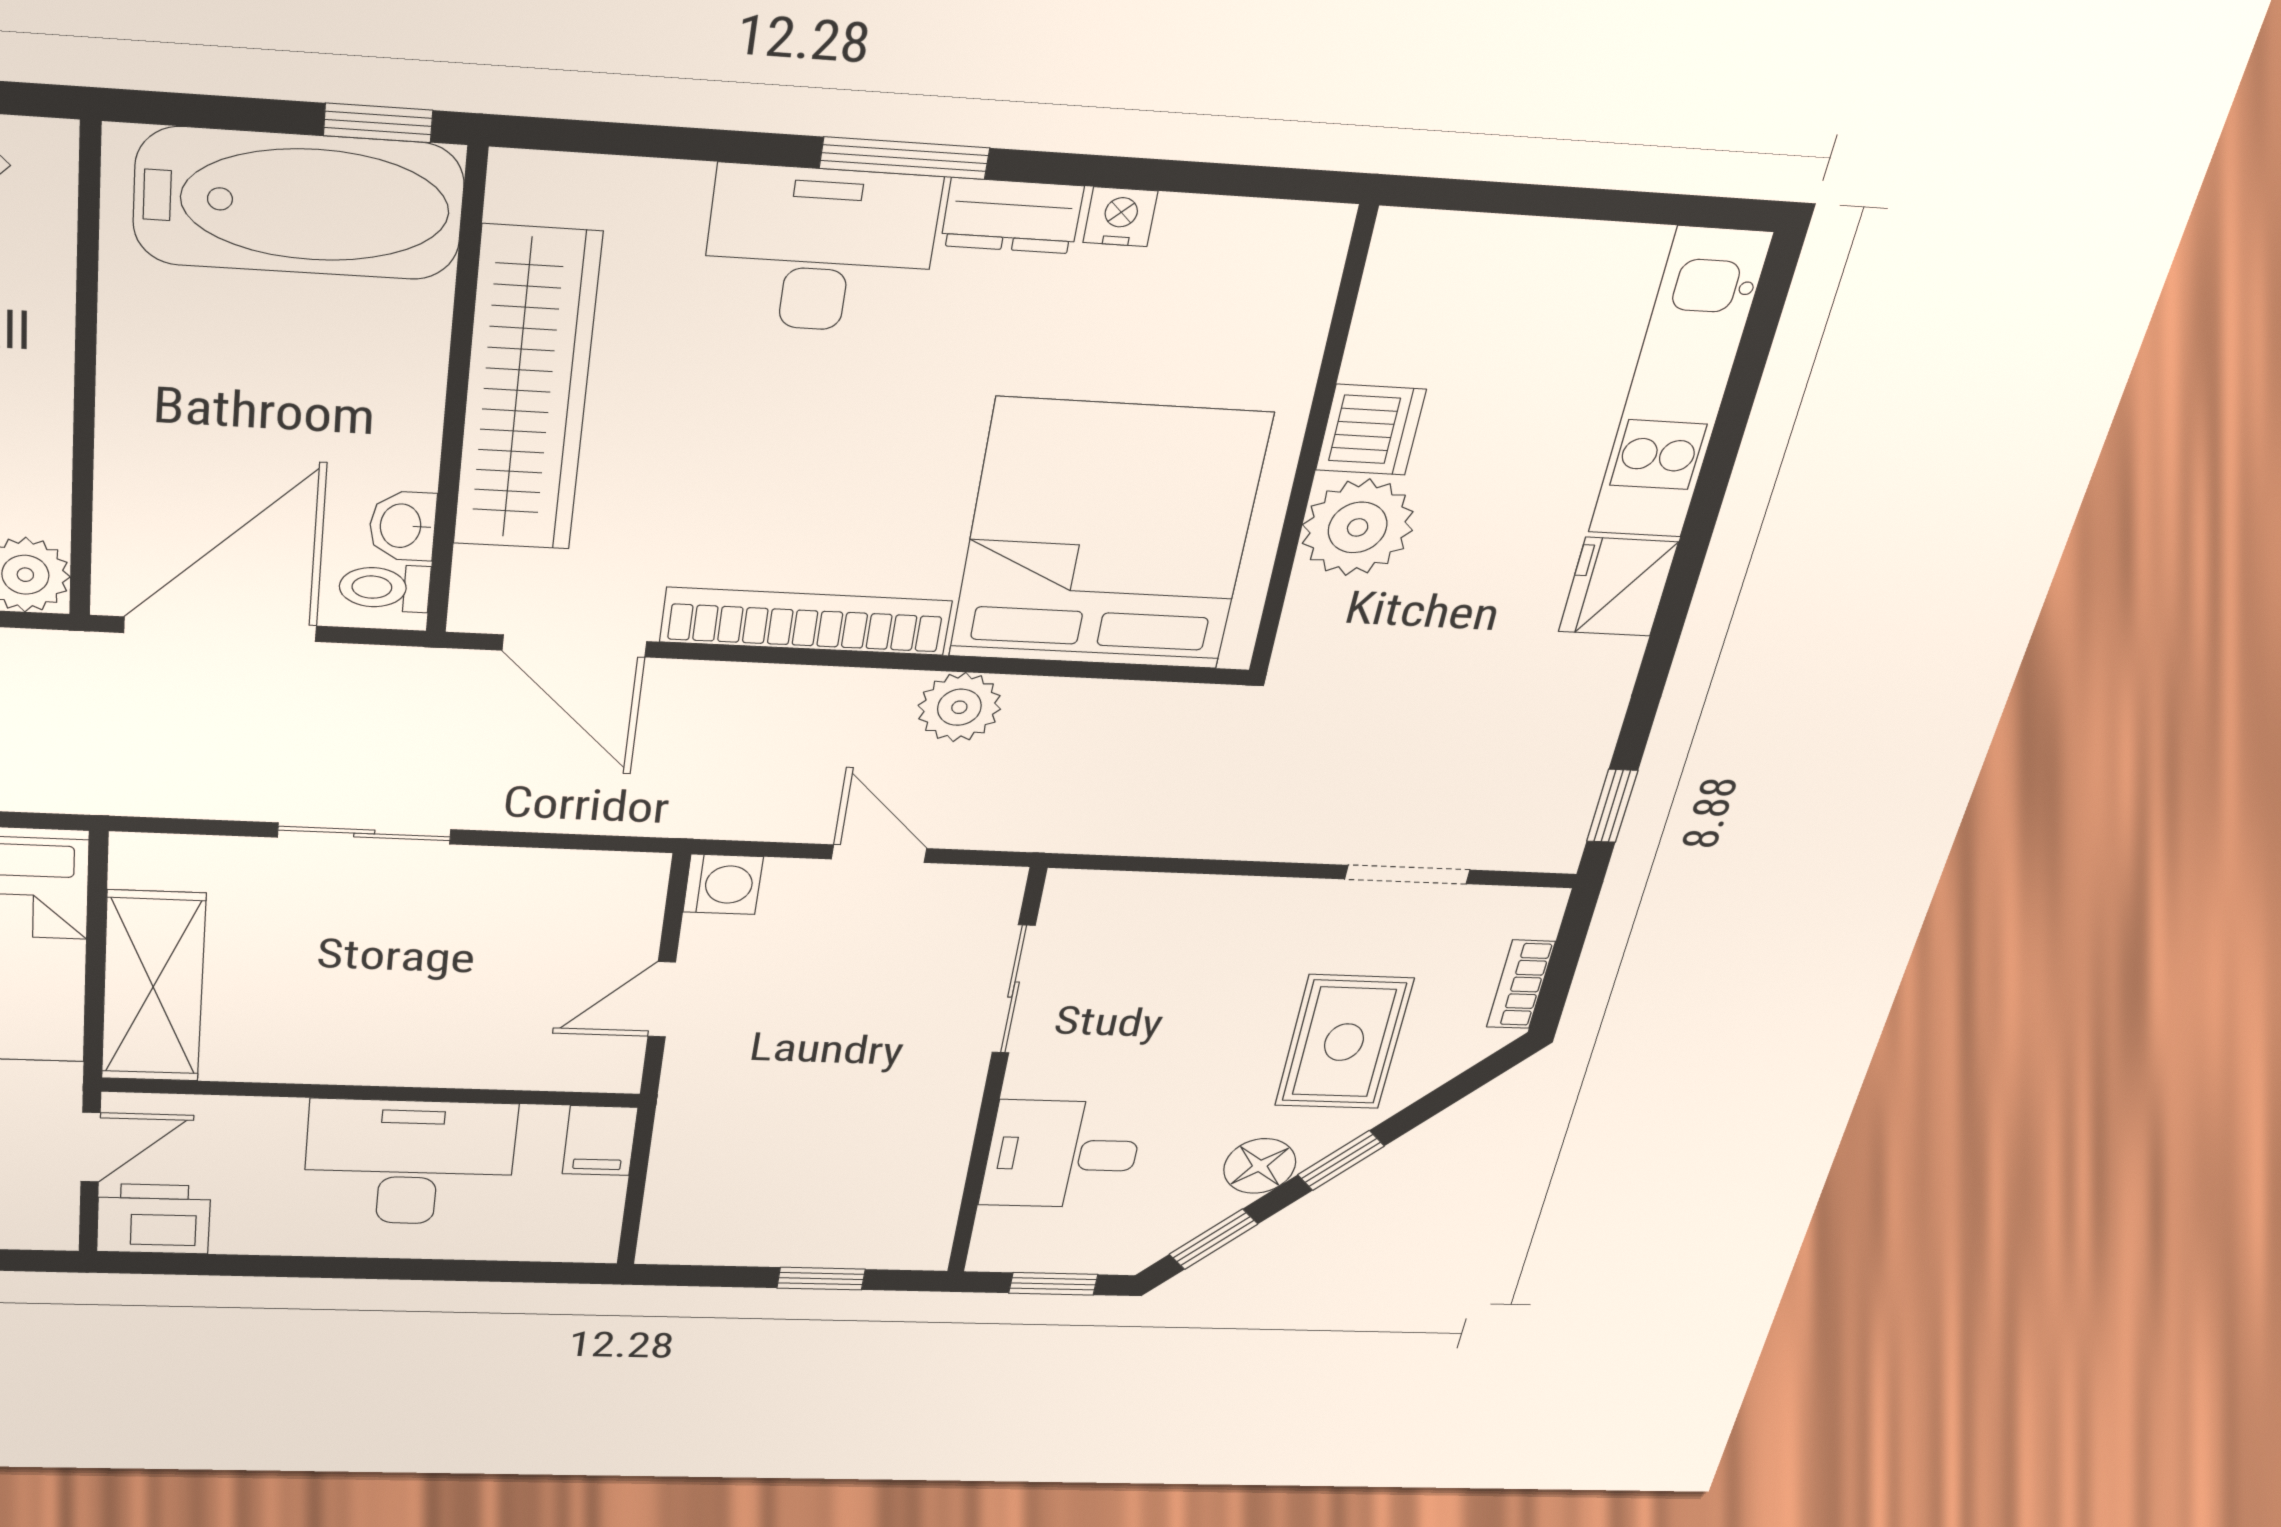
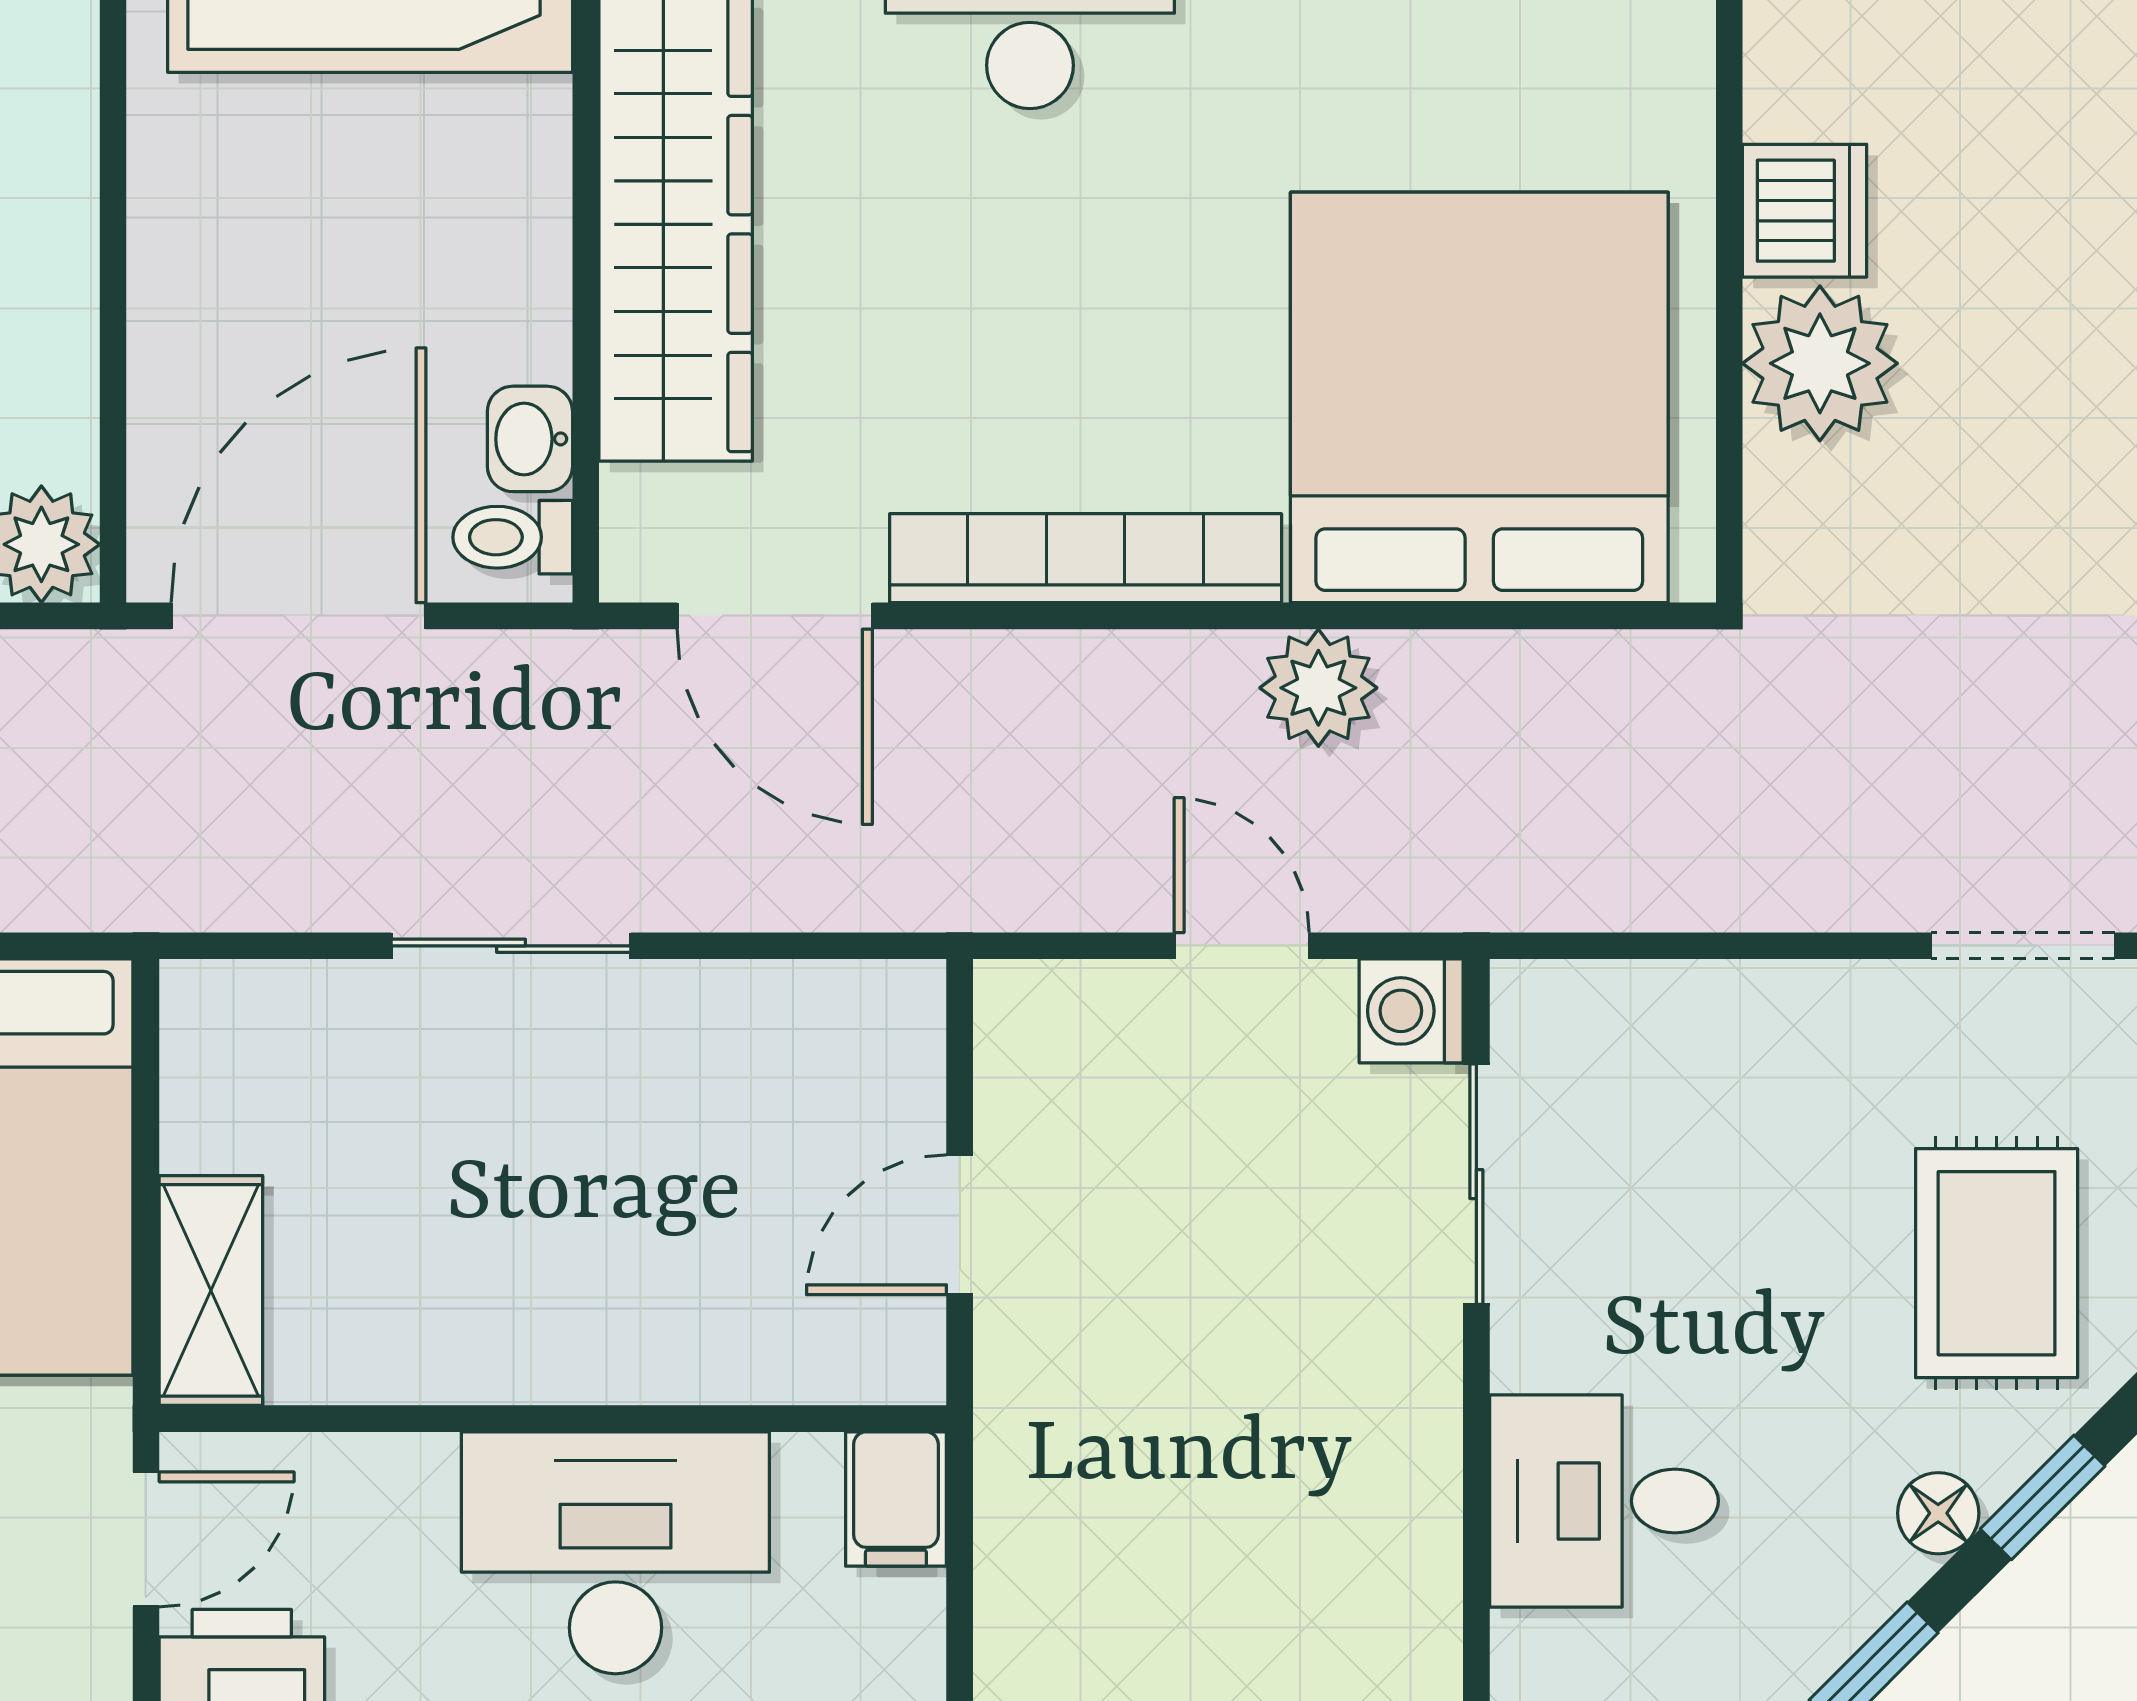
washing machine: (723, 884) -> (1411, 1011), moved, turned 180
shelving: (153, 987) -> (211, 1290), width x0.67, depth x0.75
floor lamp: (1260, 1166) -> (1938, 1513), width x0.73, depth x0.73

